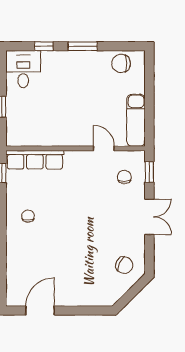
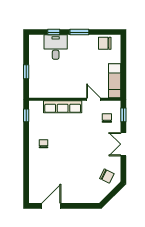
desk: (23, 69) -> (56, 47), moved
row of seats: (35, 160) -> (63, 107), moved
double door: (149, 217) -> (123, 144), swing flipped

